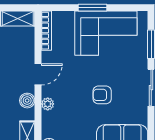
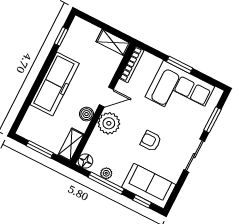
plant: (48, 104) -> (109, 123), width x1.88, depth x1.88

